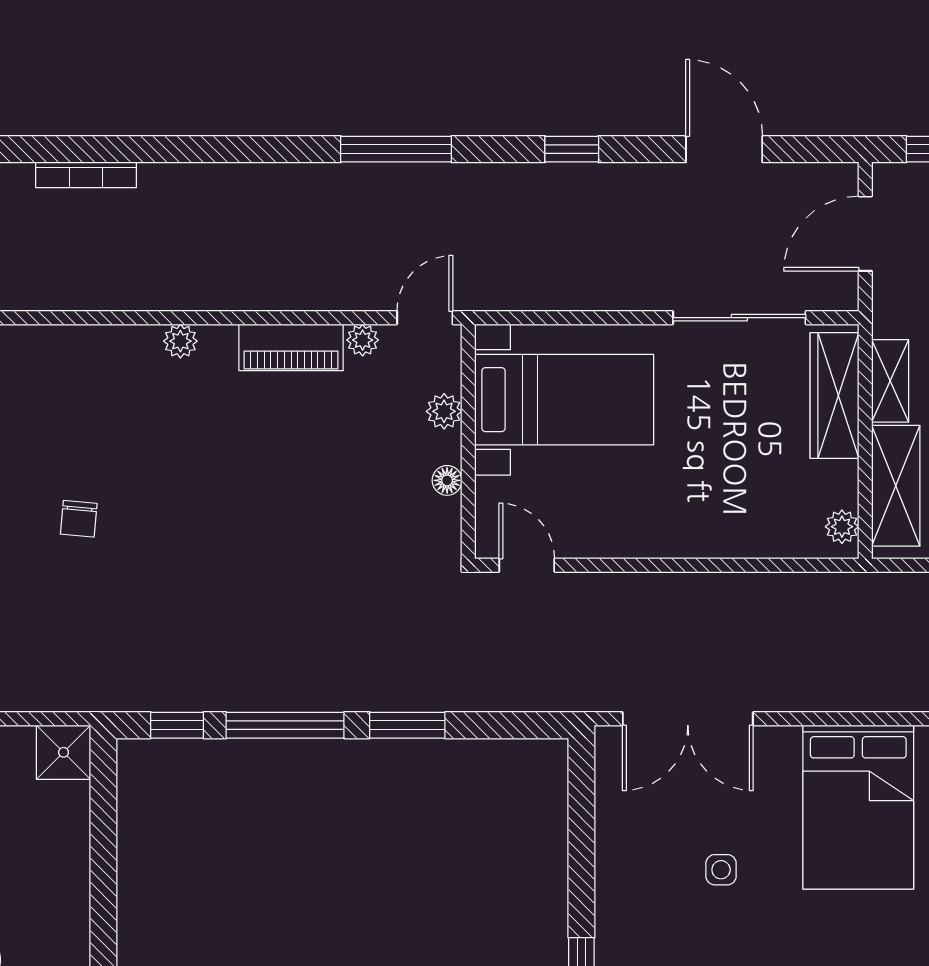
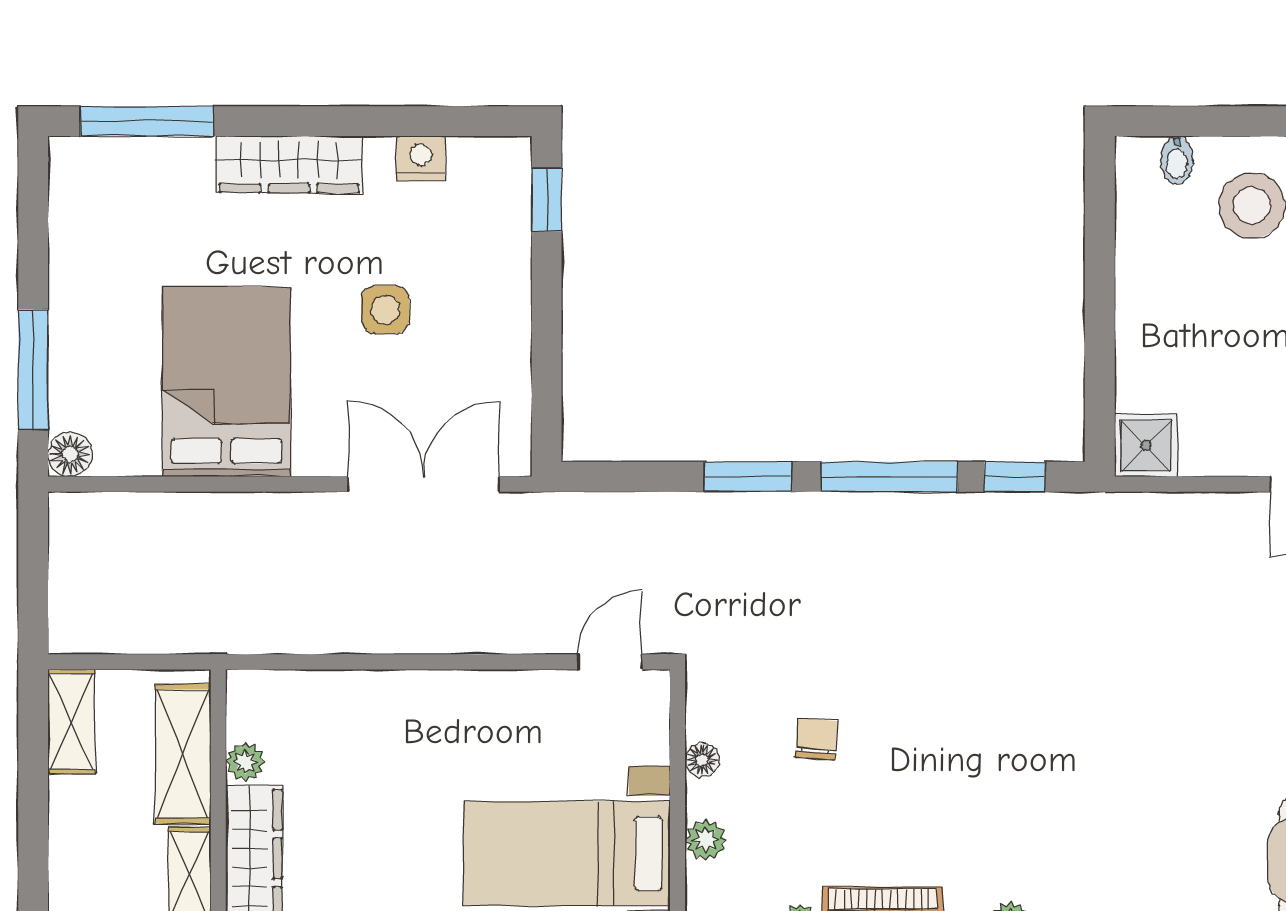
chair: (79, 519) -> (816, 739), moved
plant: (842, 527) -> (245, 762), moved
door: (527, 565) -> (610, 662), swing flipped
side table: (721, 870) -> (385, 310), width x1.37, depth x1.37

